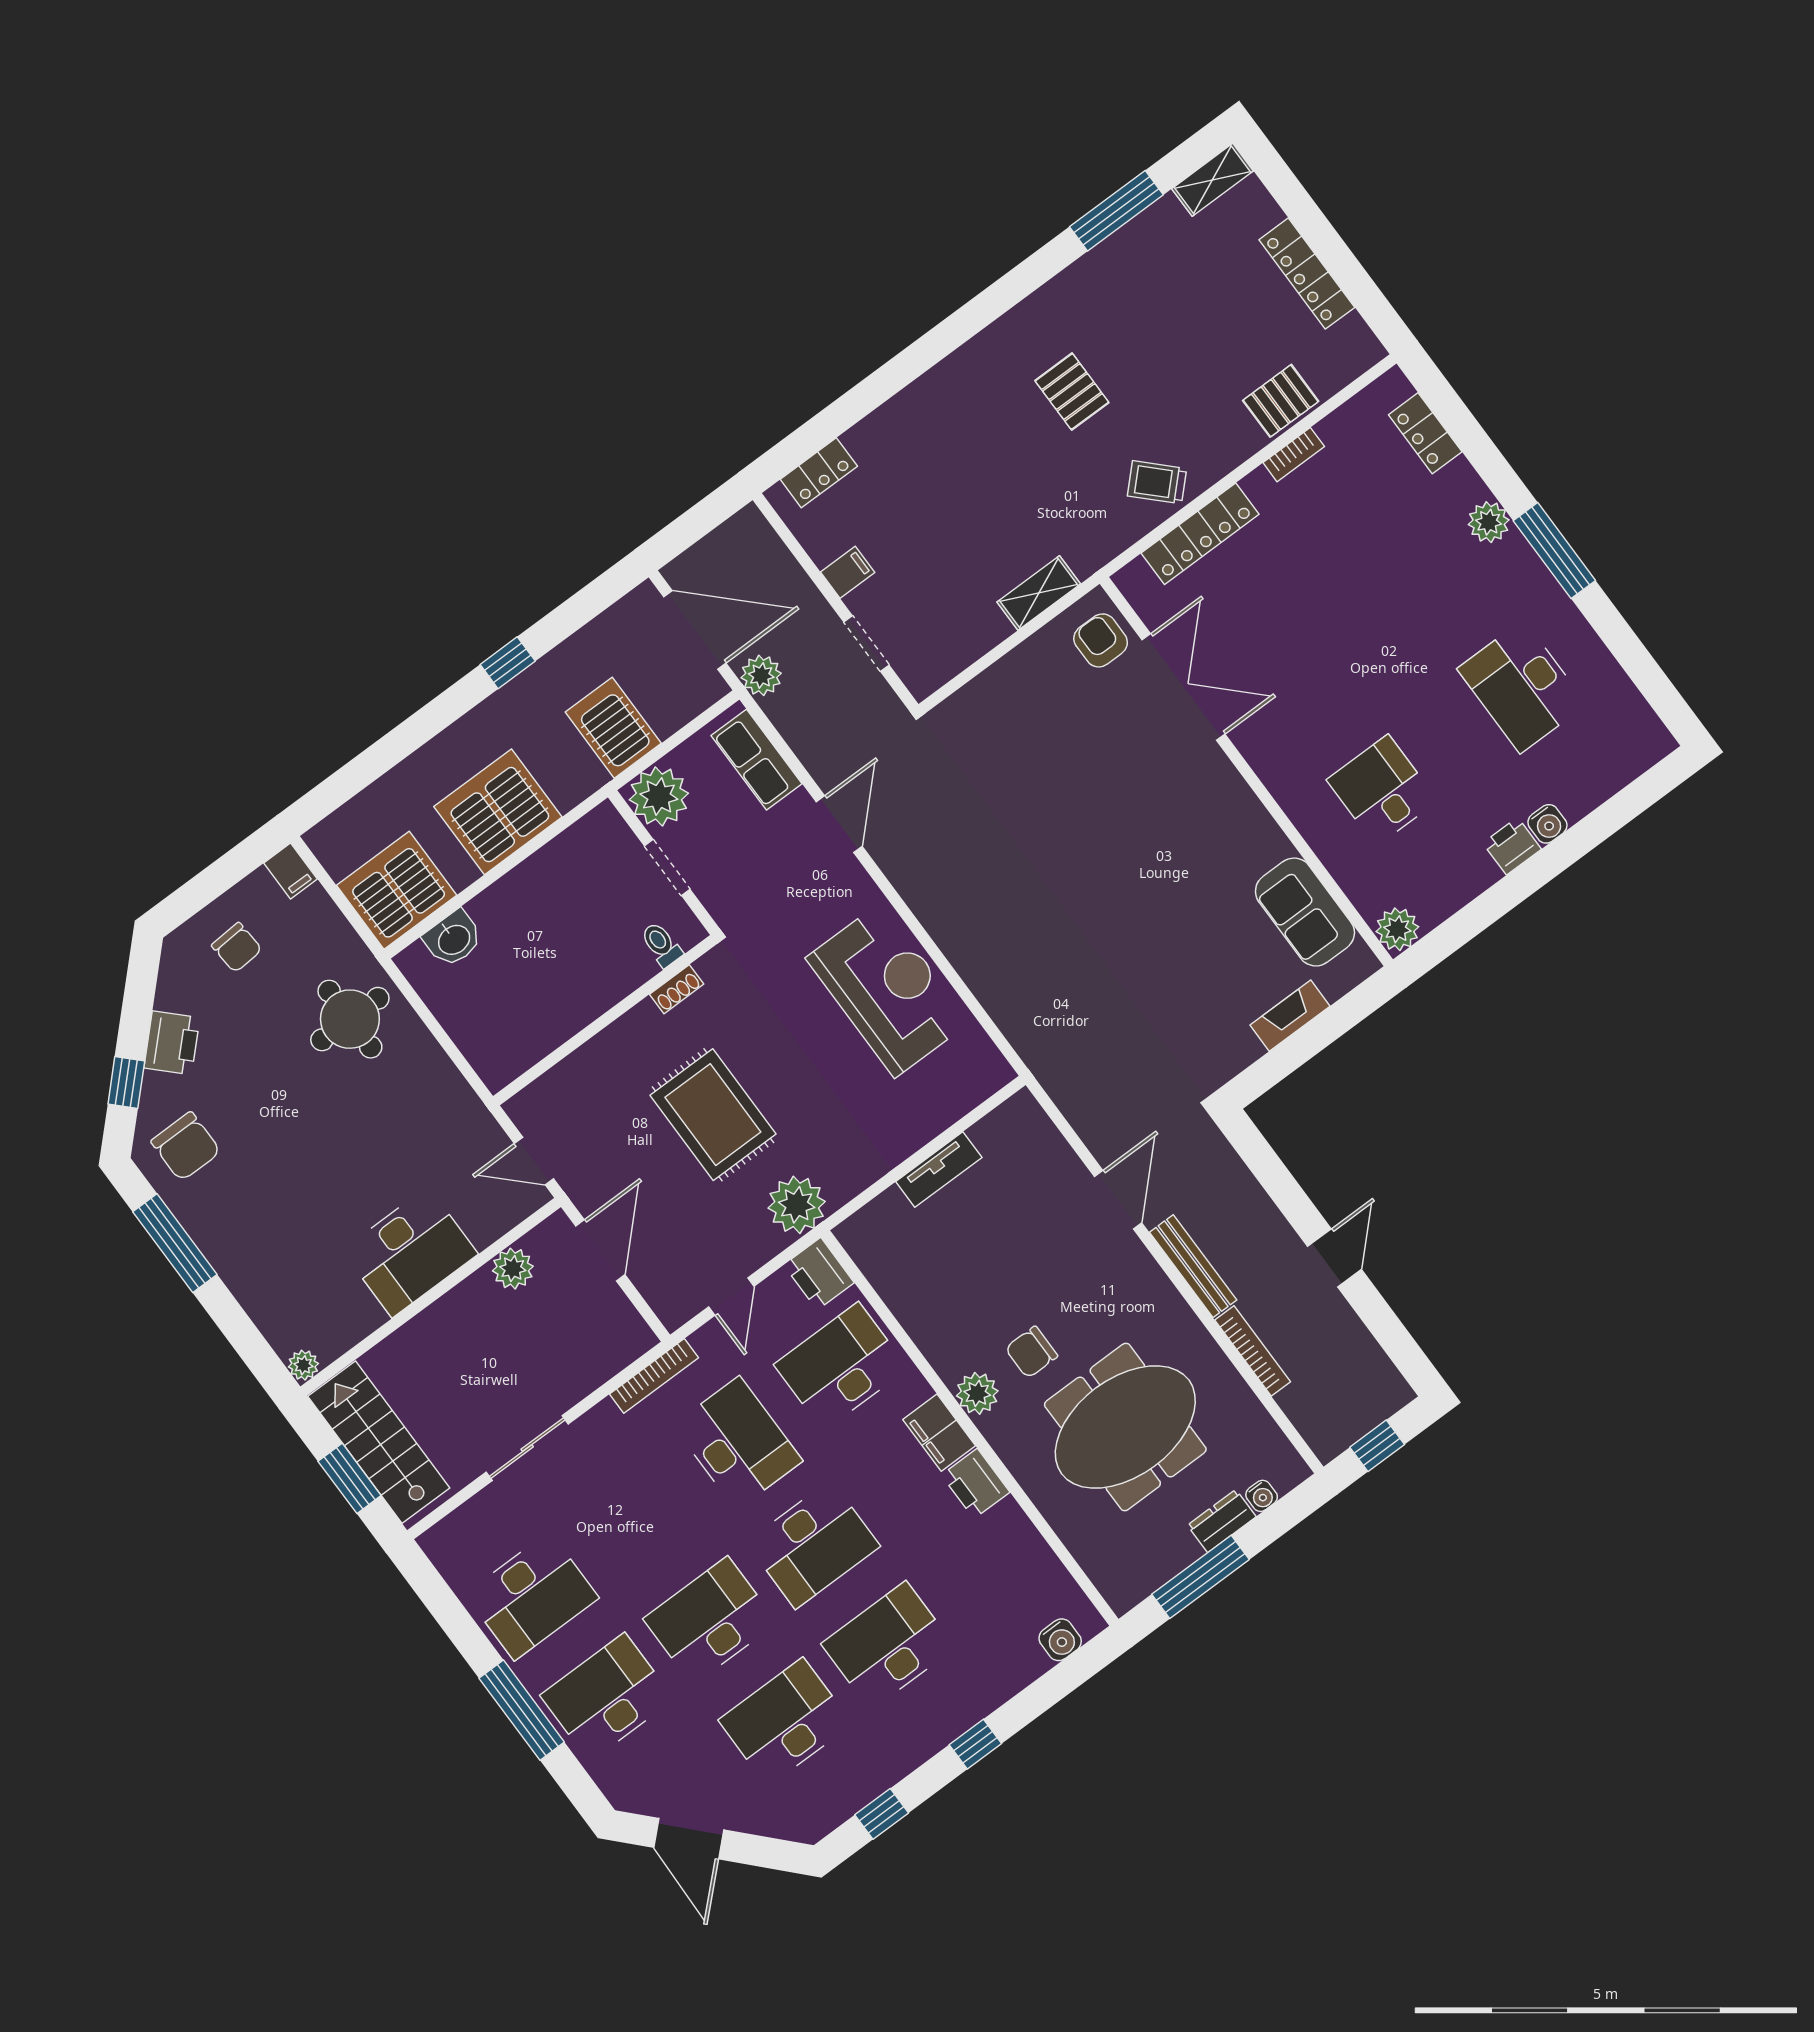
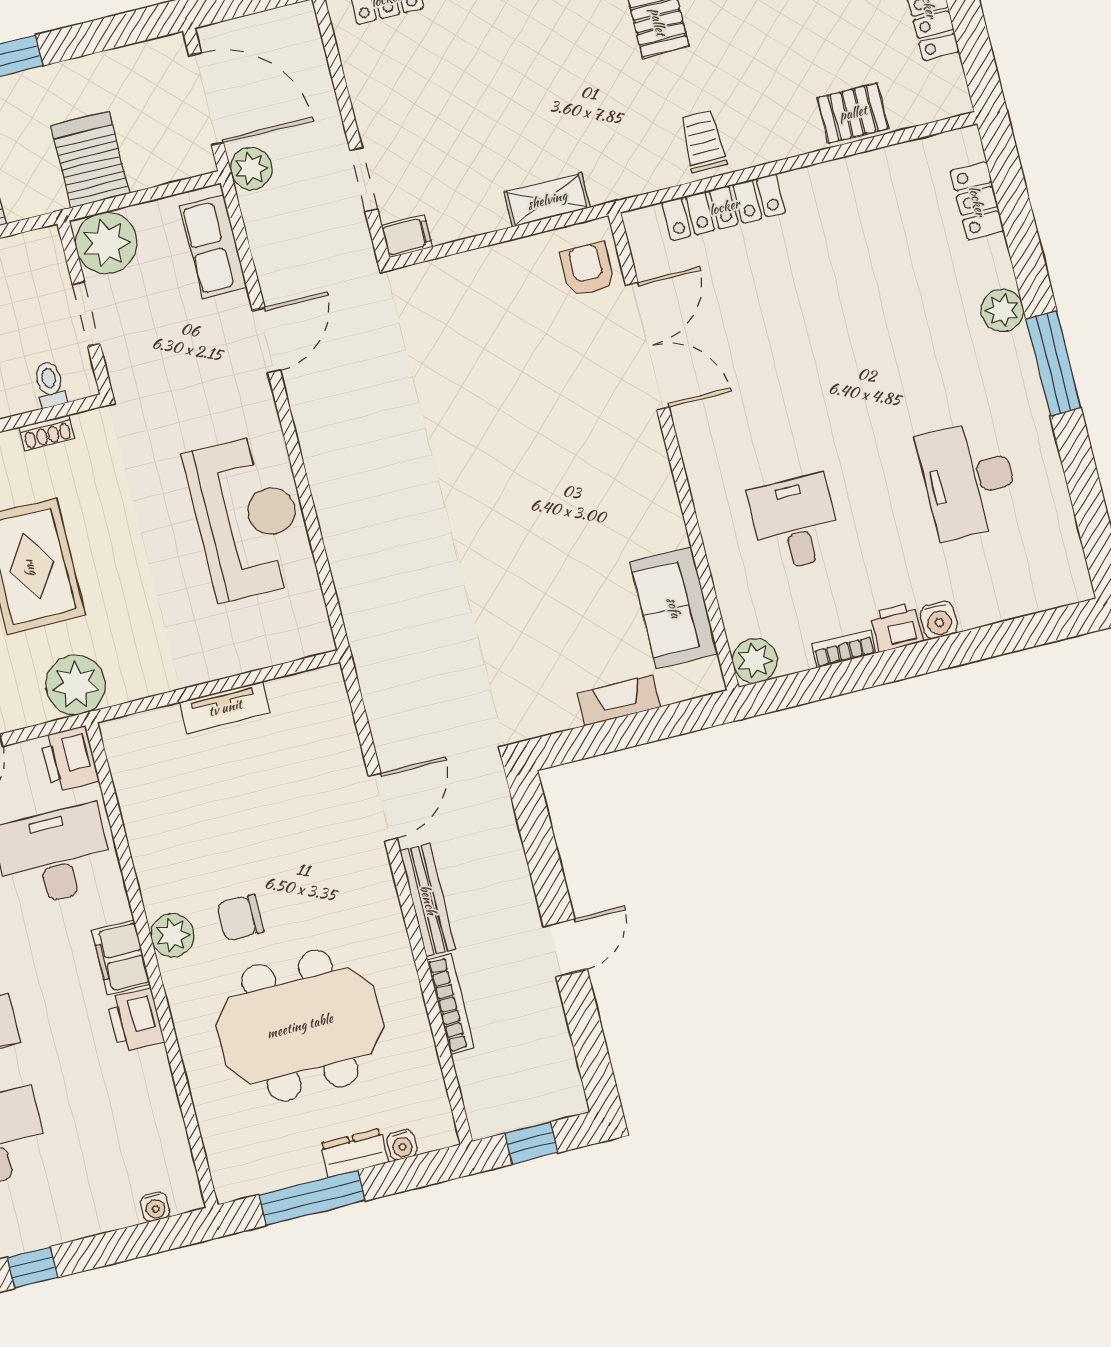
bookcase: (1294, 455) -> (844, 649), moved, turned 180
trolley: (1157, 482) -> (703, 141), turned 45
filing cabinet: (848, 572) -> (407, 236), moved
water cooler: (1060, 1640) -> (155, 1207), width x0.72, depth x0.72

